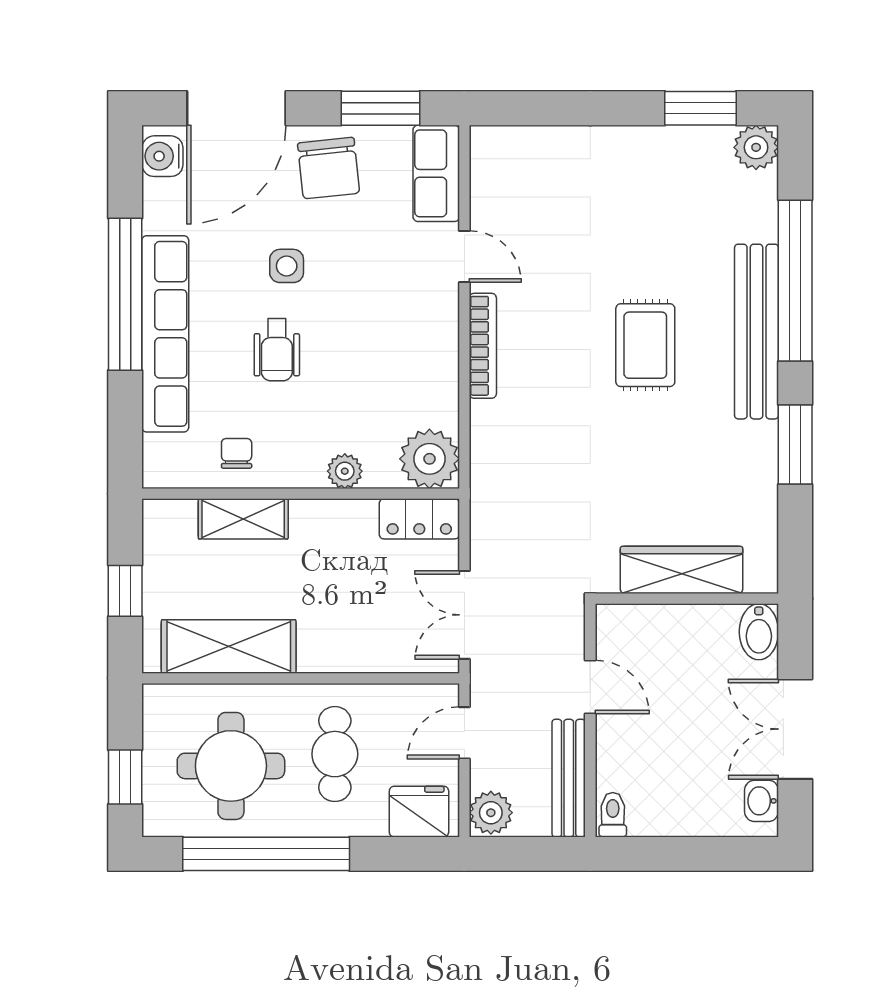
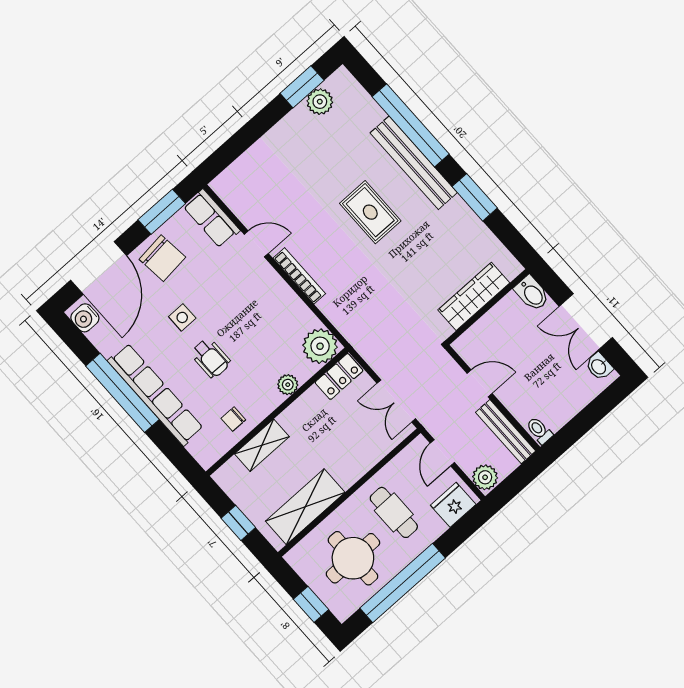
plant: (756, 147) -> (320, 102), moved
chair: (237, 453) -> (233, 419), turned -90

